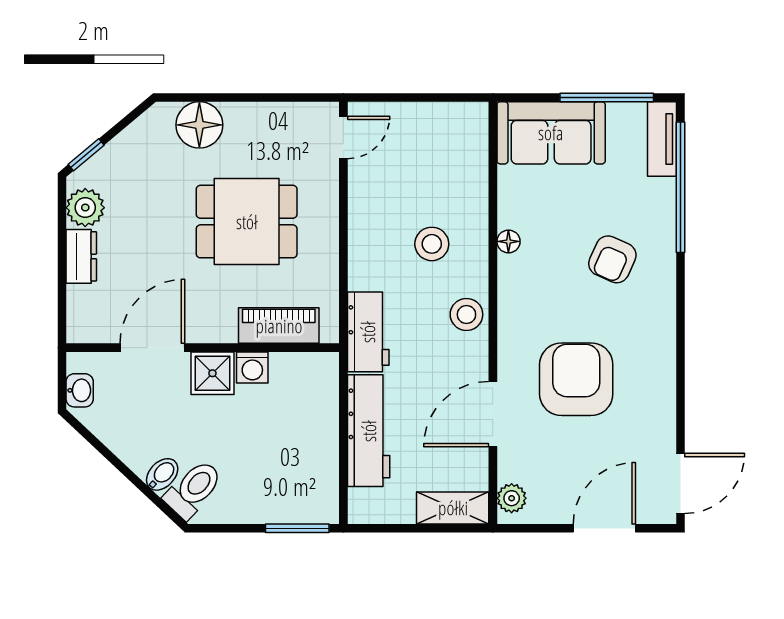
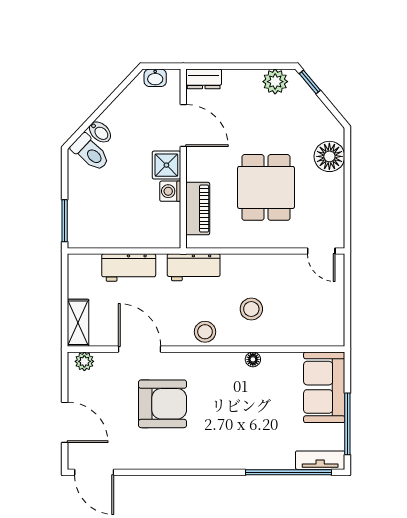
dresser: (81, 256) -> (204, 79), moved
armchair: (612, 259) -> (241, 428), removed
workbench: (369, 431) -> (129, 268), width x0.73

